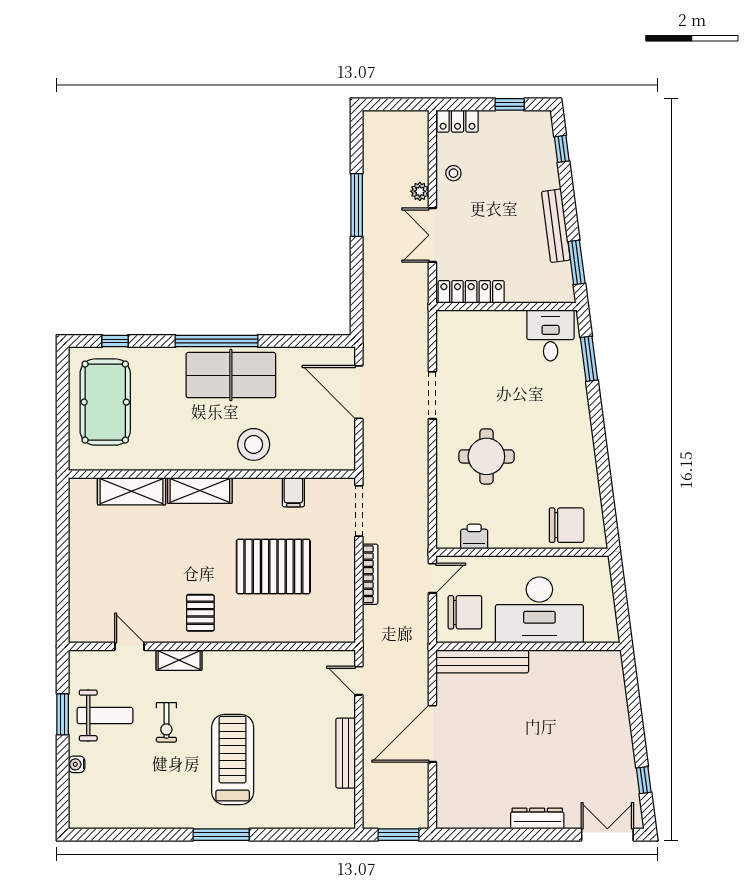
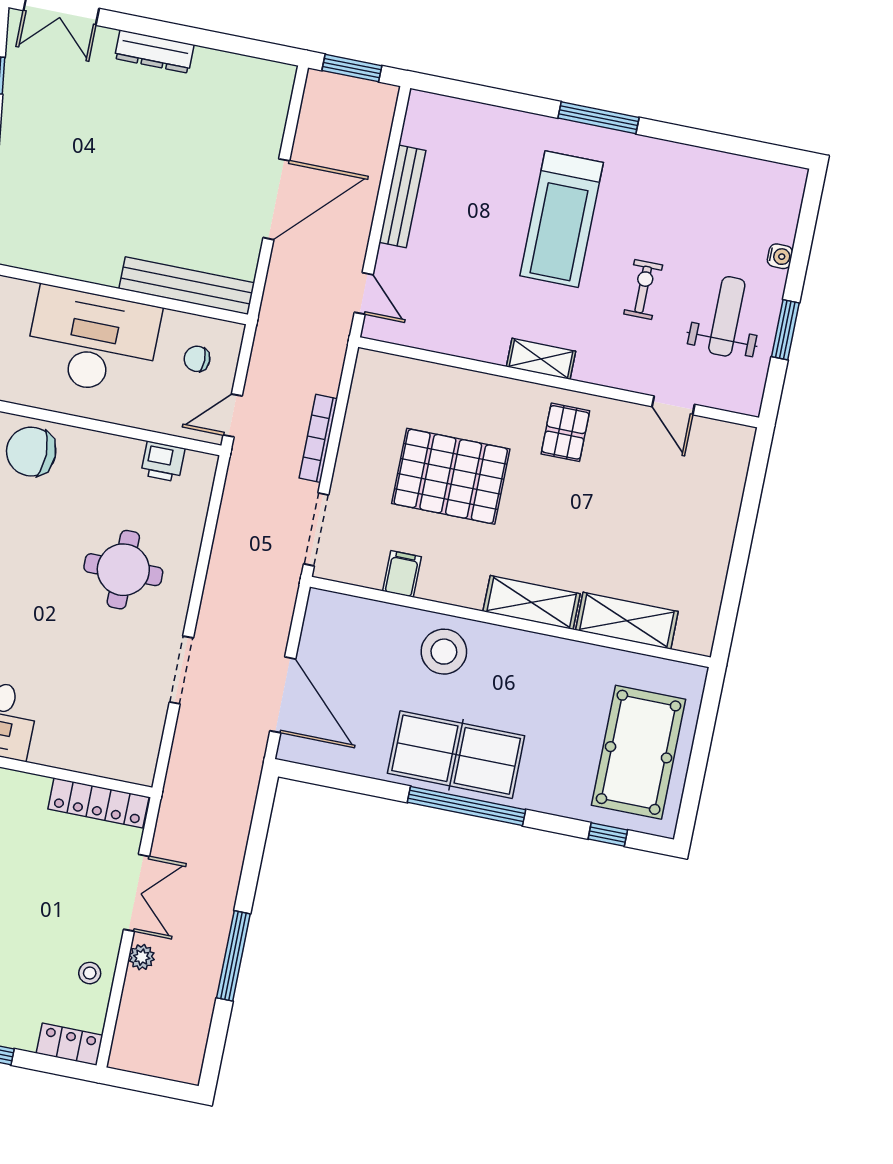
chair: (465, 612) -> (197, 359), width x0.54, depth x0.54
shelving: (179, 660) -> (541, 359), moved
weight bench: (105, 715) -> (727, 316), turned 90

